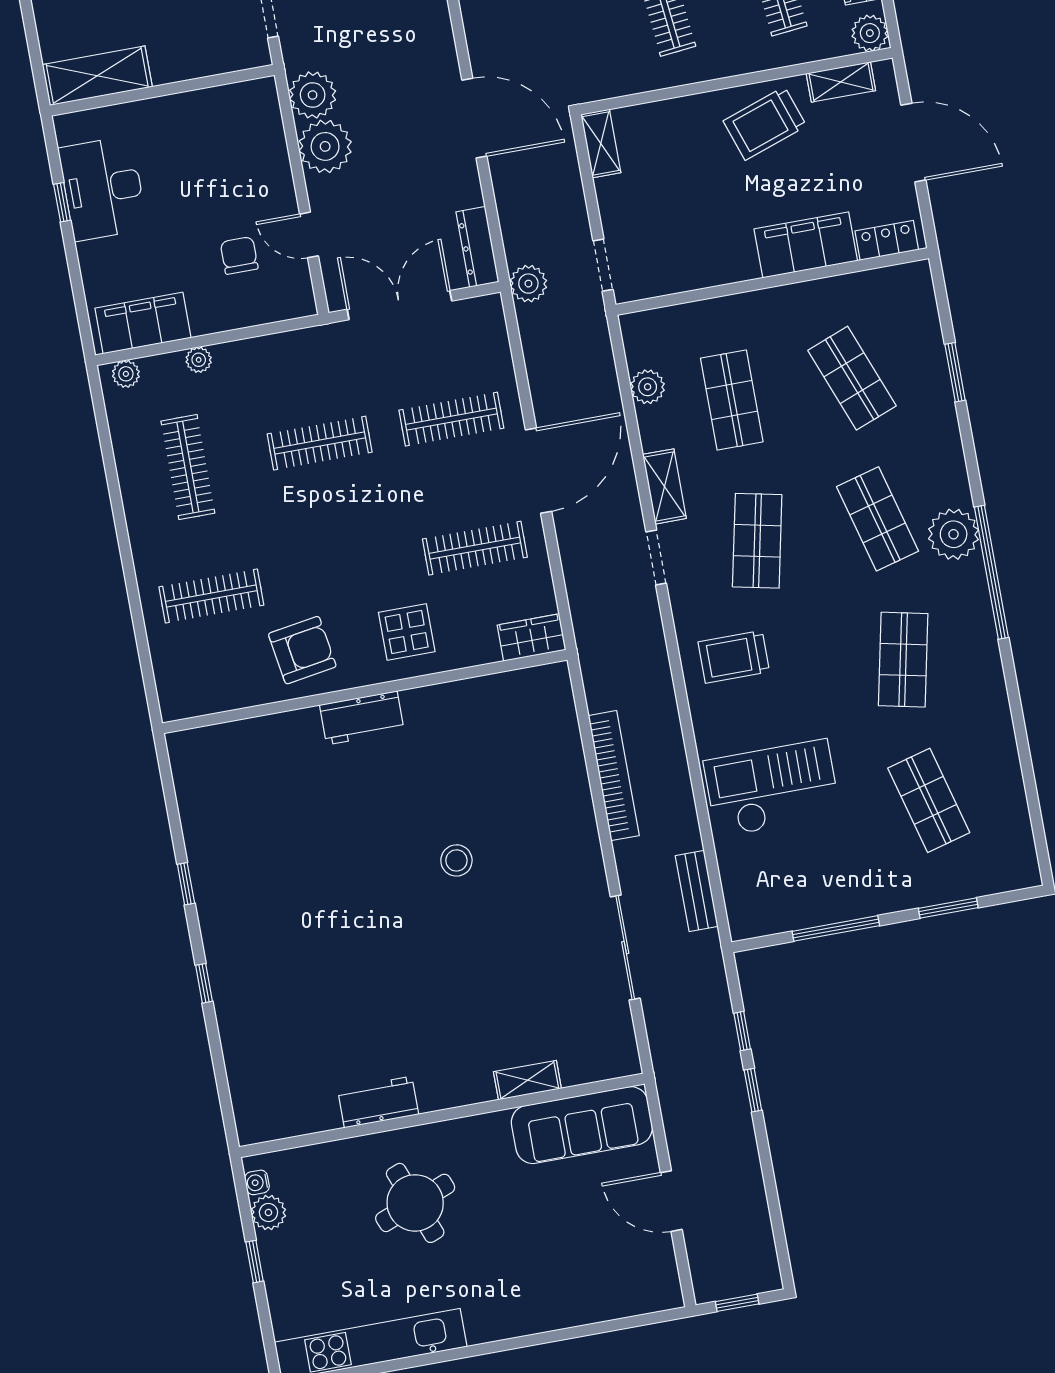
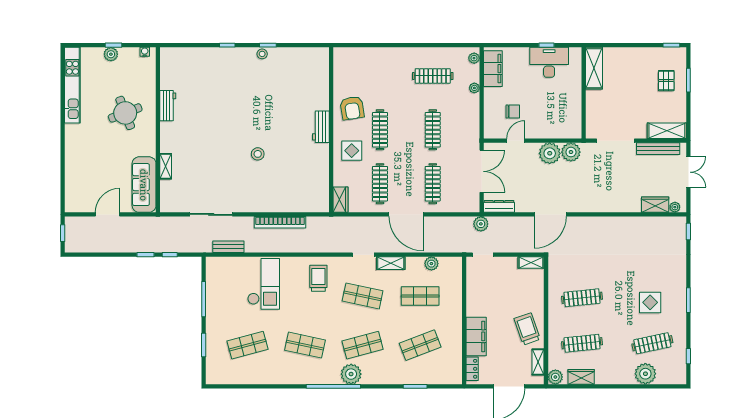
clothes rail: (211, 596) -> (380, 130), moved
stool: (210, 894) -> (262, 54), added
plant: (268, 1212) -> (111, 54), moved

